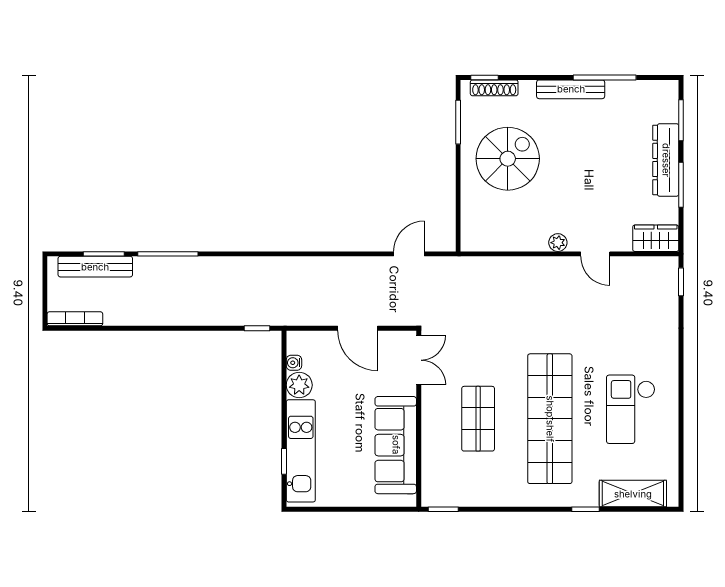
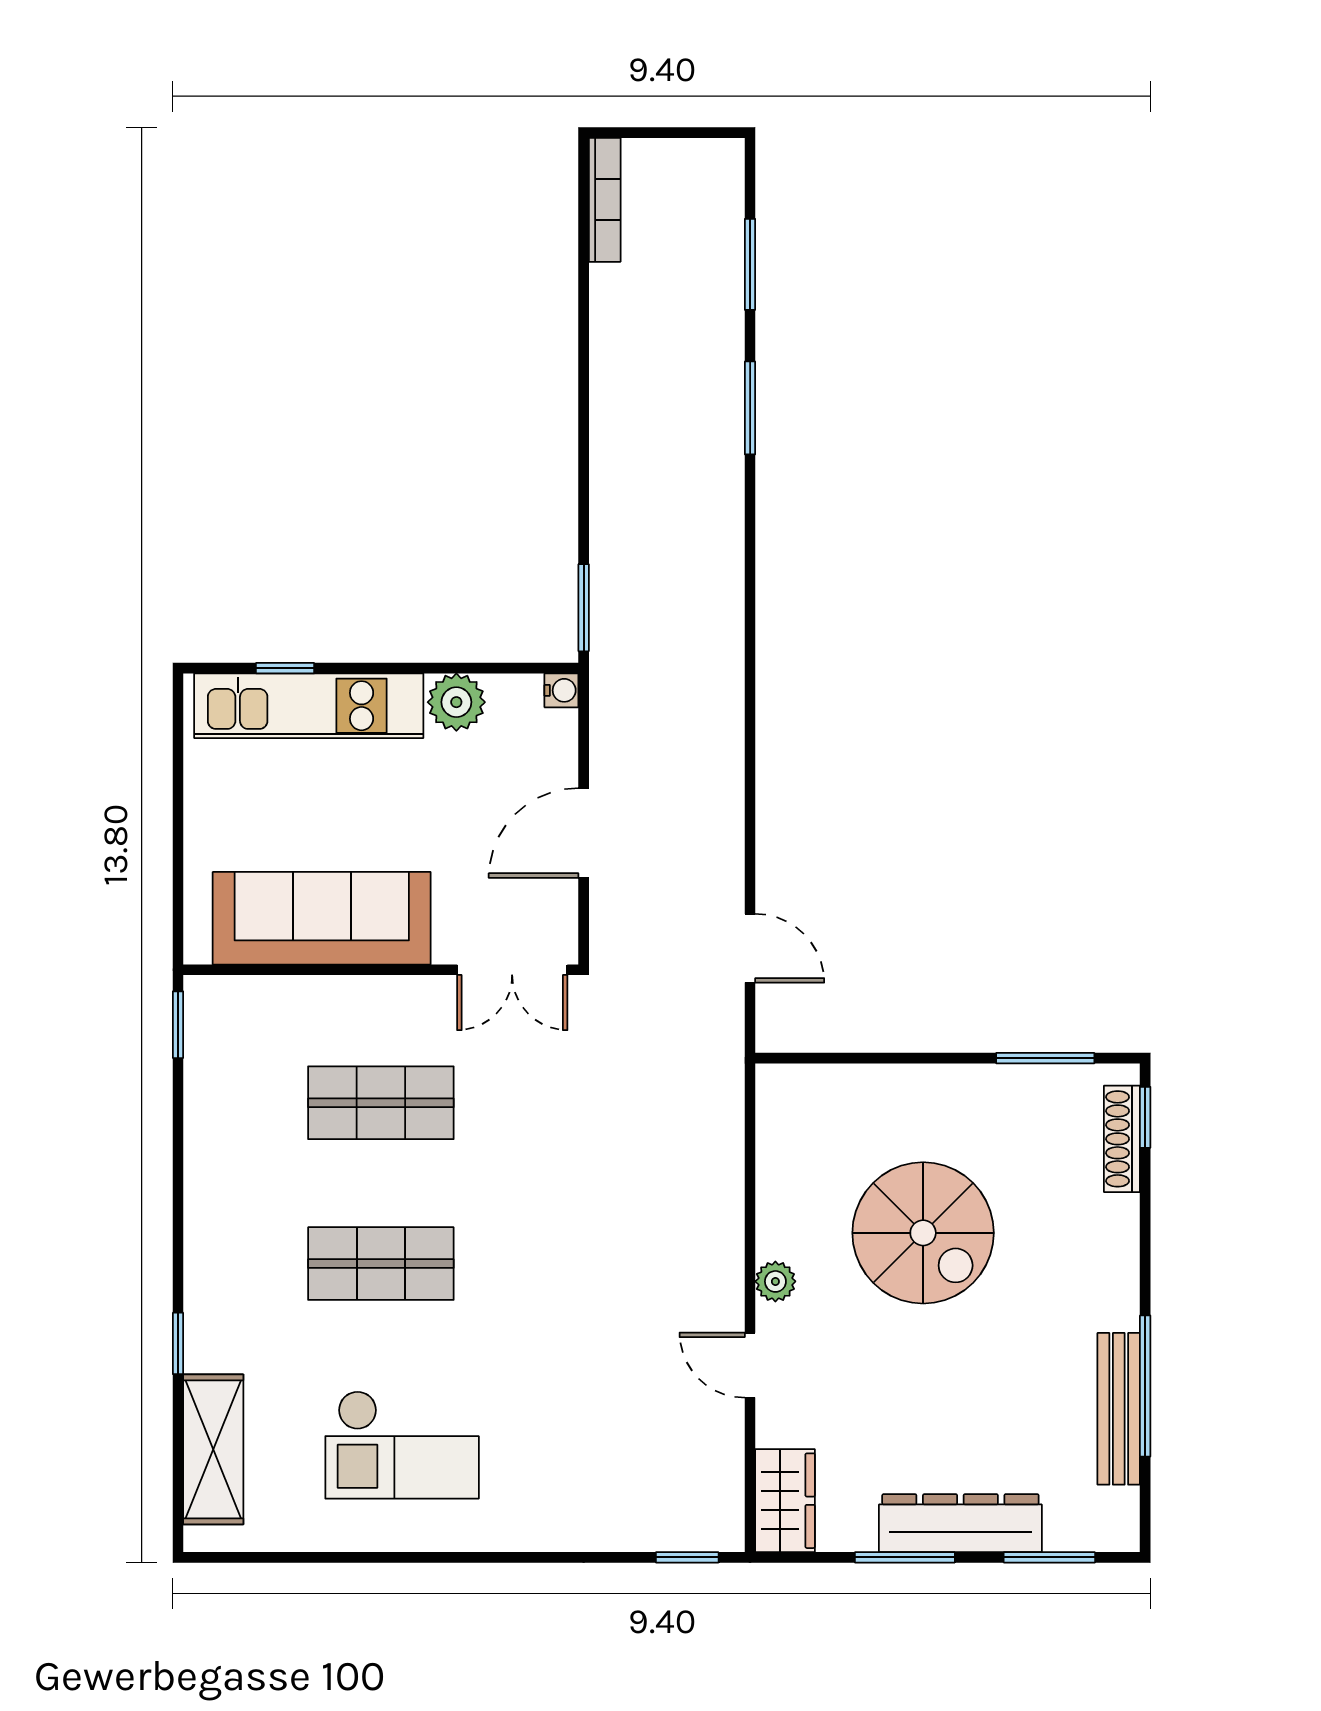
bench: (571, 89) -> (1119, 1409), moved
spiral stairs: (508, 159) -> (923, 1233), moved
window: (168, 254) -> (750, 408), width x0.69
door: (595, 254) -> (750, 1365), hinge flipped
bench: (95, 267) -> (722, 245), removed
window: (257, 328) -> (584, 608), width x1.50
water cooler: (294, 363) -> (561, 690), moved, turned 90
checkout: (631, 409) -> (402, 1445), turned 180
shop shelf: (550, 419) -> (381, 1264), width x0.50, depth x0.74

